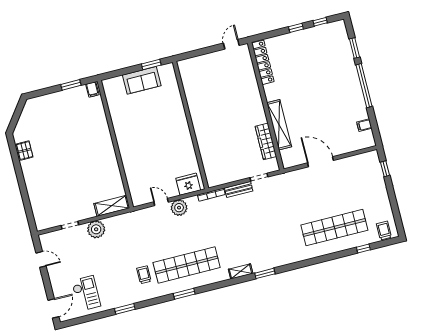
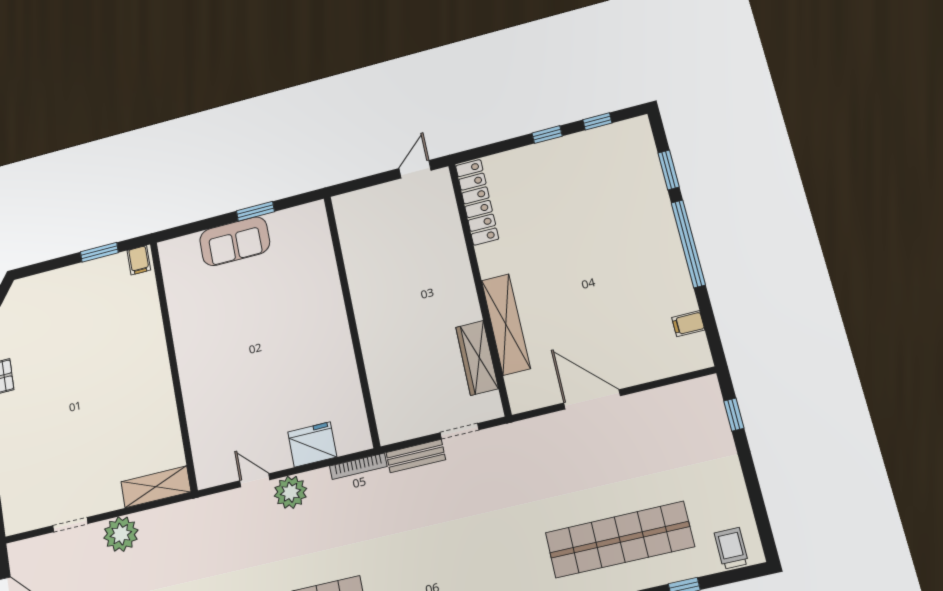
wall: (191, 125) -> (352, 320), moved

